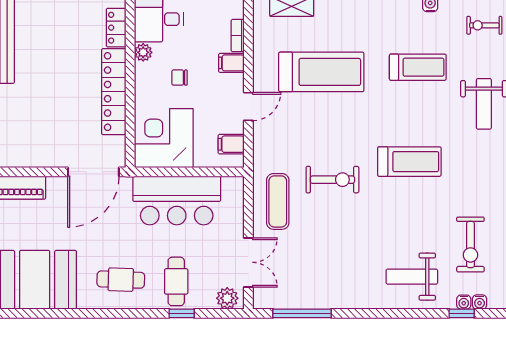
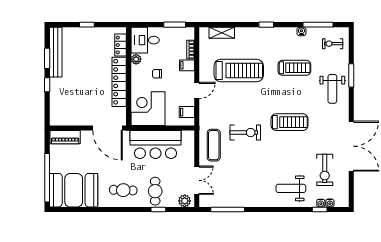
door: (93, 172) -> (107, 128), hinge flipped

